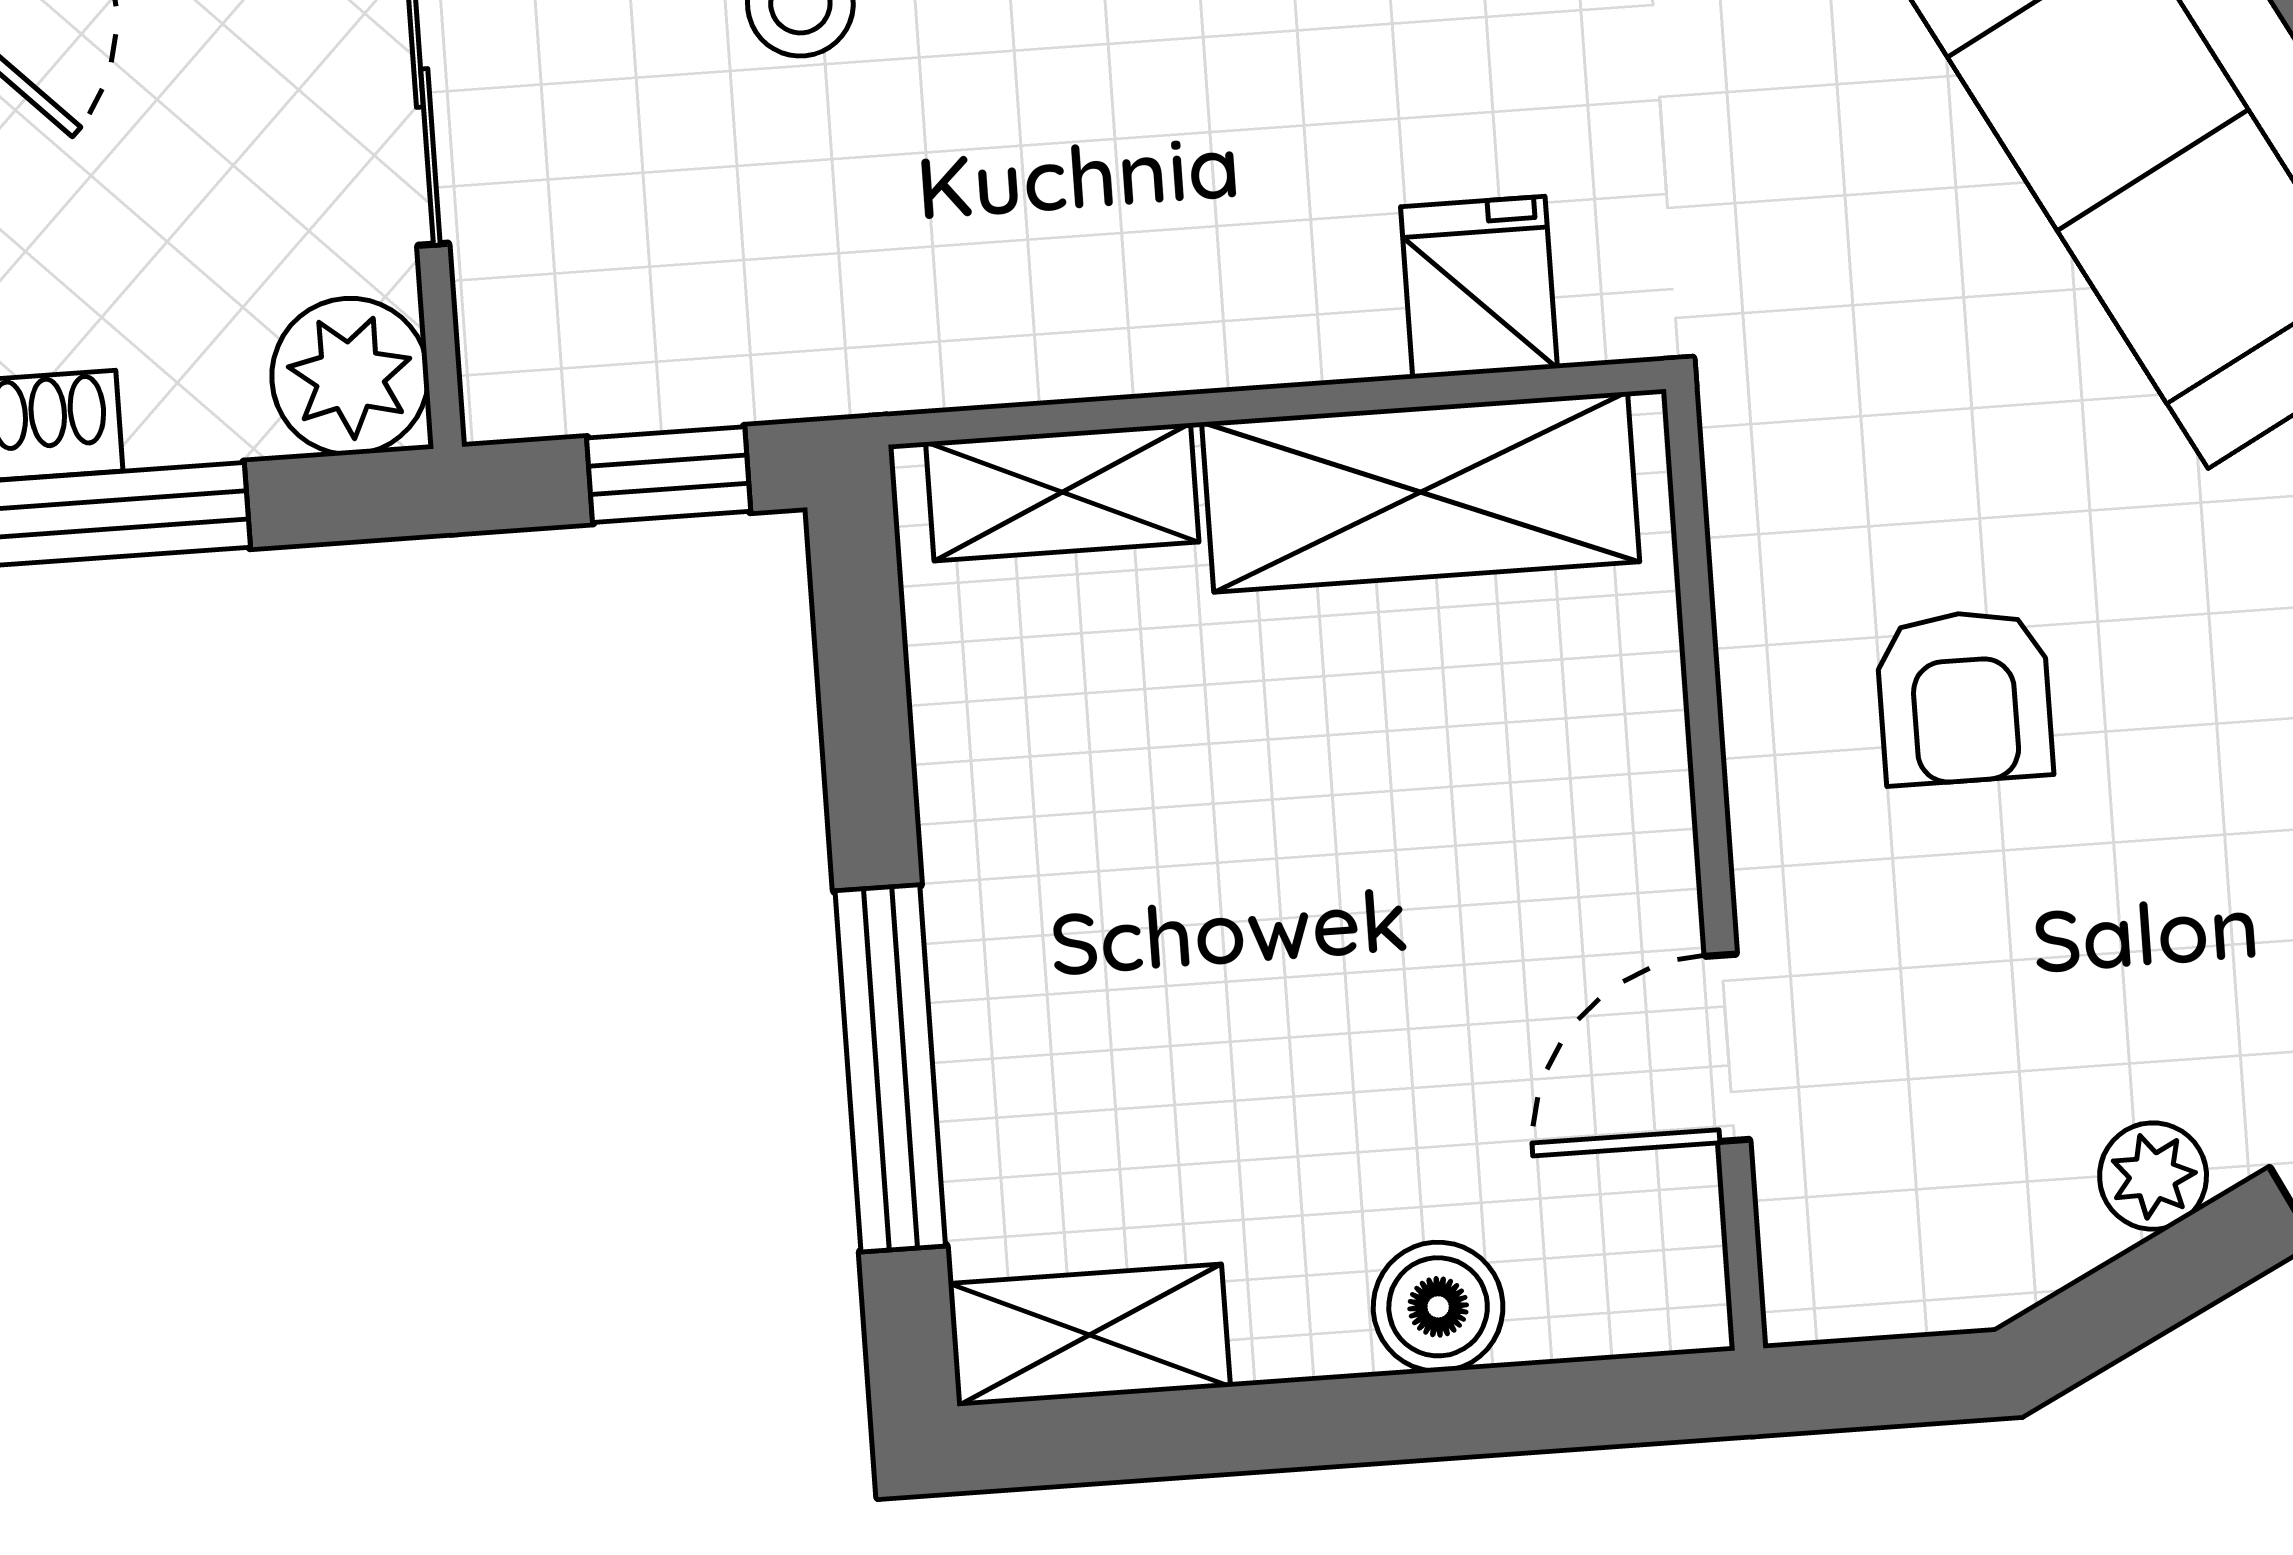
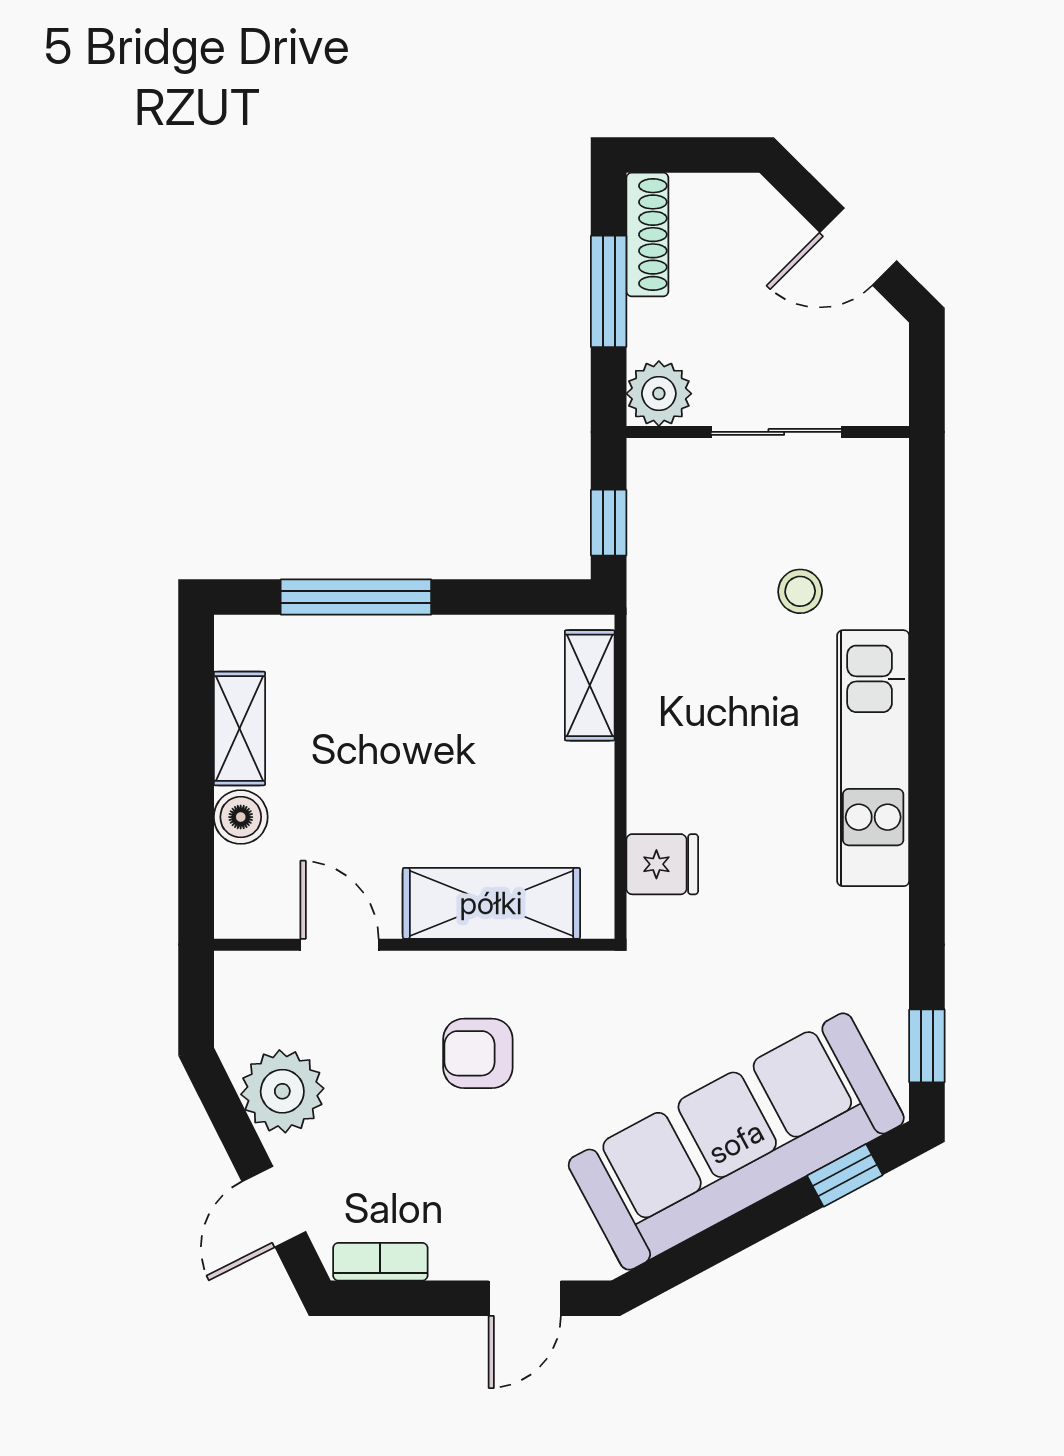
shelving: (1421, 492) -> (491, 903), moved, turned 90
plant: (2153, 1176) -> (282, 1091), width x1.88, depth x1.88
shelving: (1089, 1335) -> (239, 728), moved

